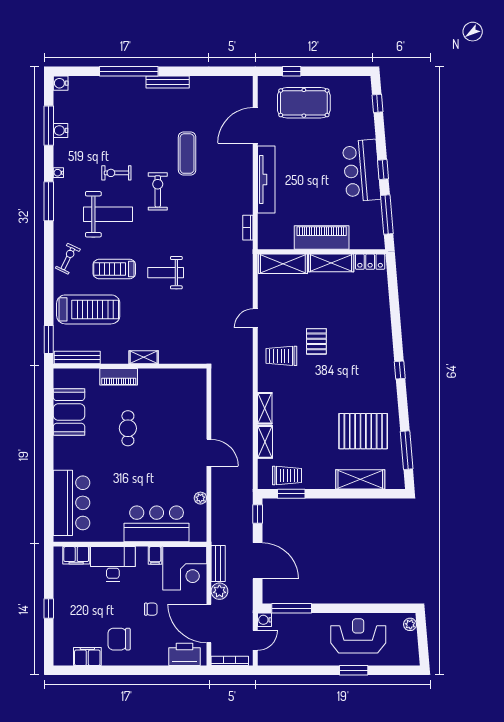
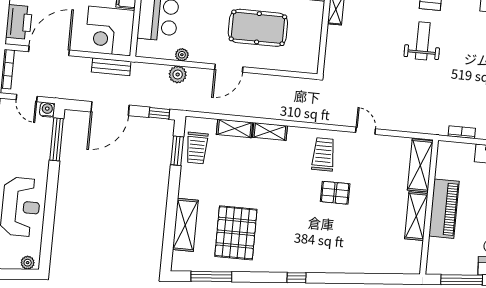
locker: (370, 262) -> (414, 257), removed
pool table: (168, 429) -> (258, 28), added
plant: (219, 591) -> (178, 75), moved

